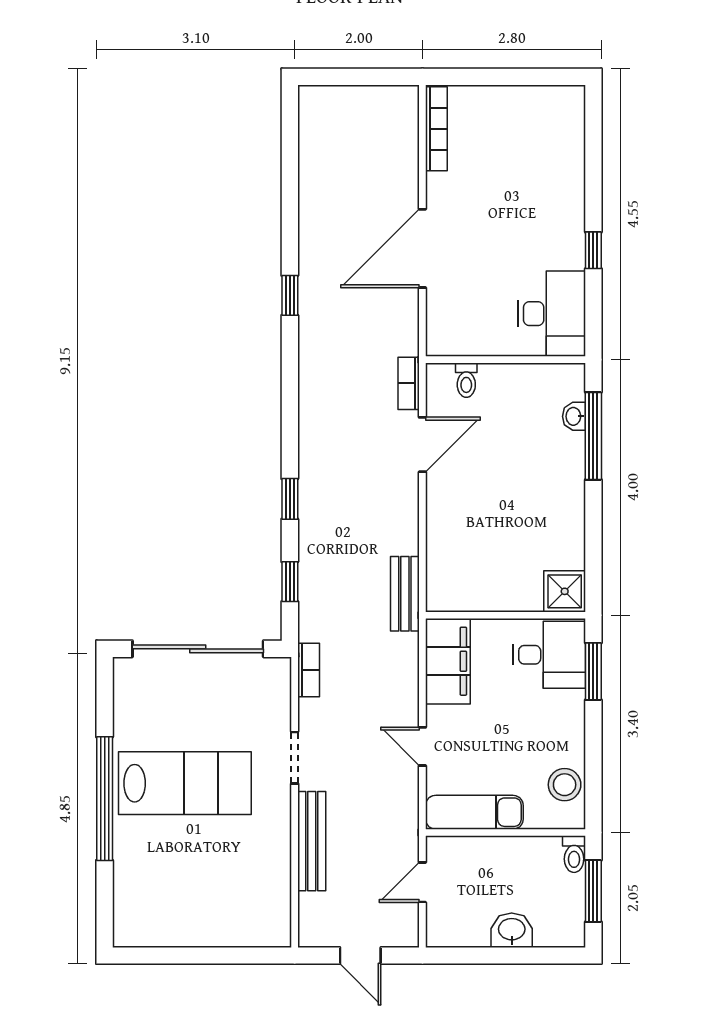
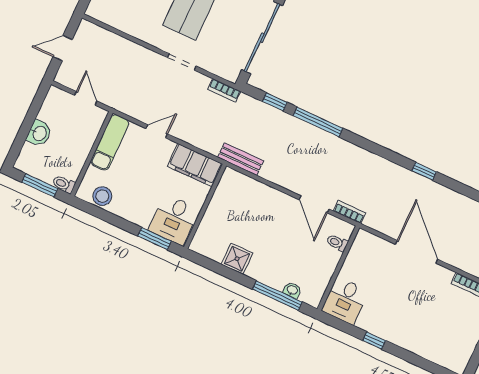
desk: (552, 314) -> (345, 301), width x0.73
window: (290, 499) -> (318, 122), width x2.17
shower: (565, 591) -> (237, 259), moved
bench: (312, 841) -> (134, 50), removed

